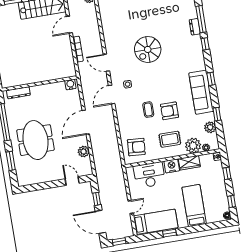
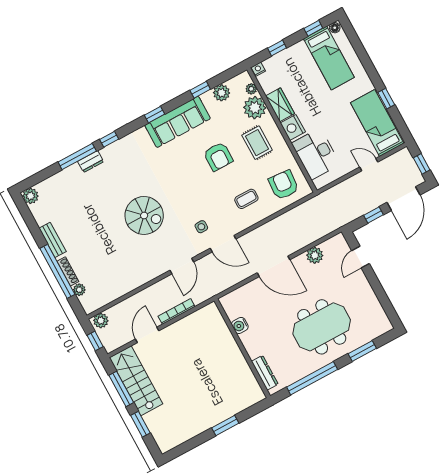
door: (69, 25) -> (147, 335), swing flipped
water cooler: (70, 85) -> (240, 325), moved
coffee table: (148, 110) -> (246, 199), moved
bed: (194, 206) -> (329, 58), moved, turned -90

